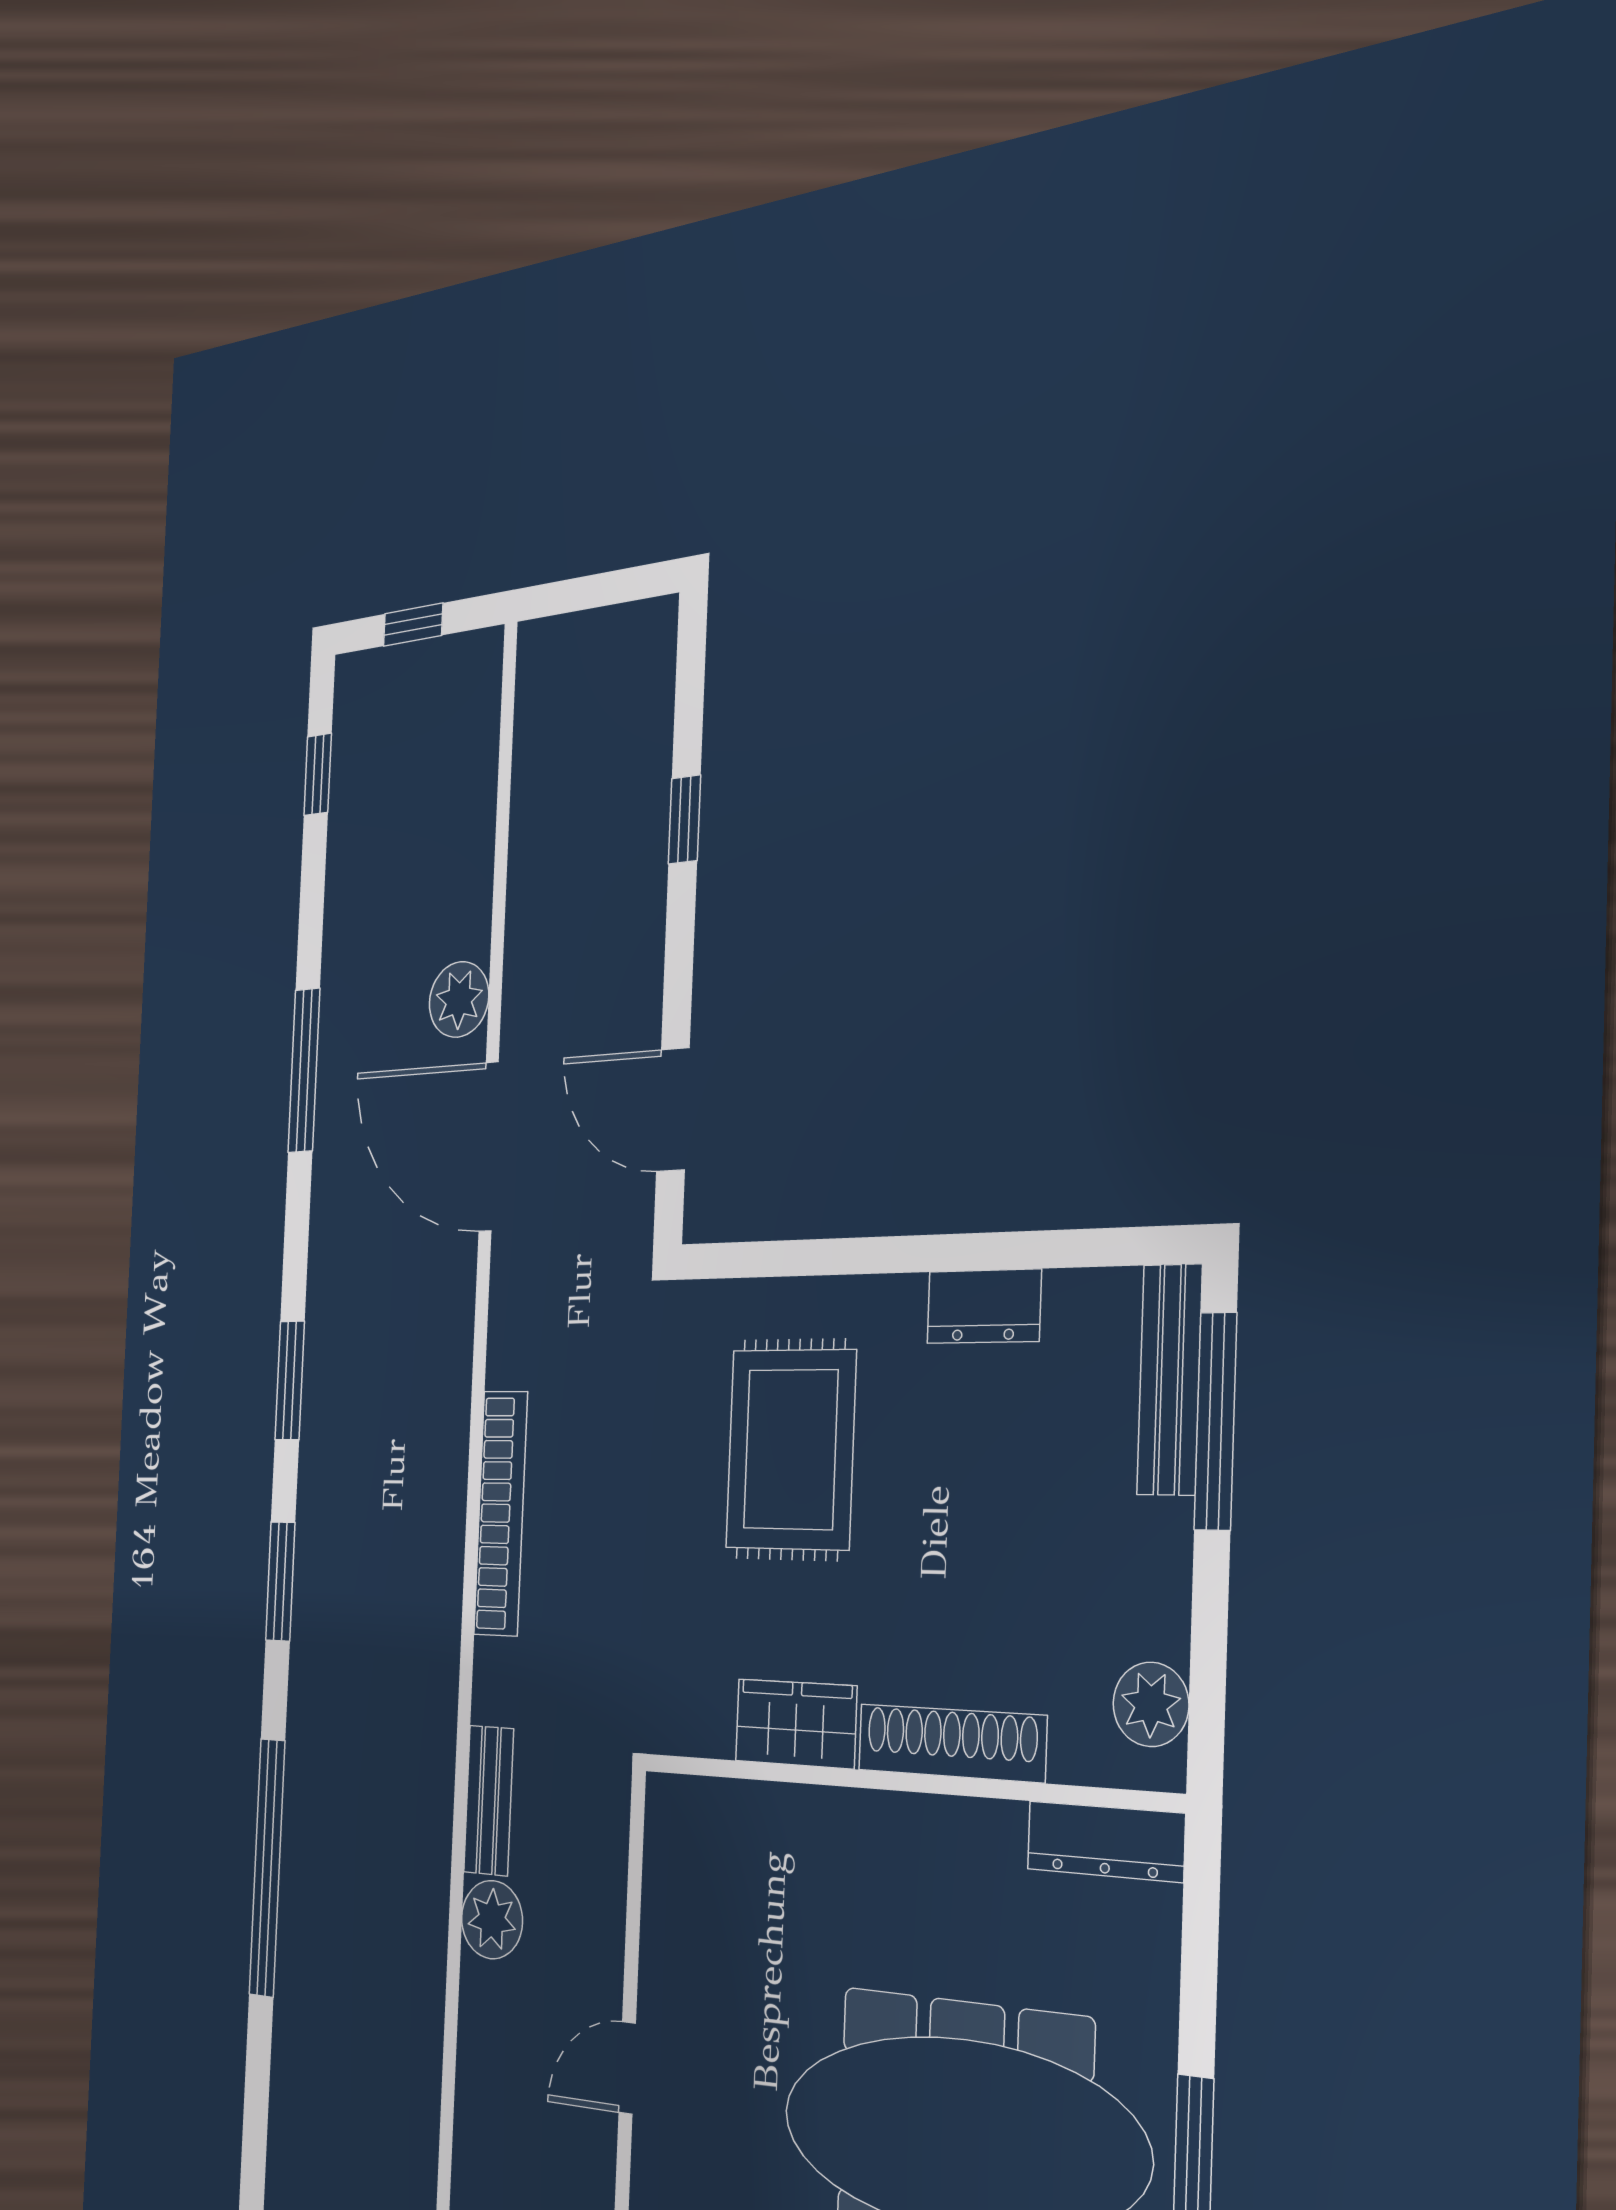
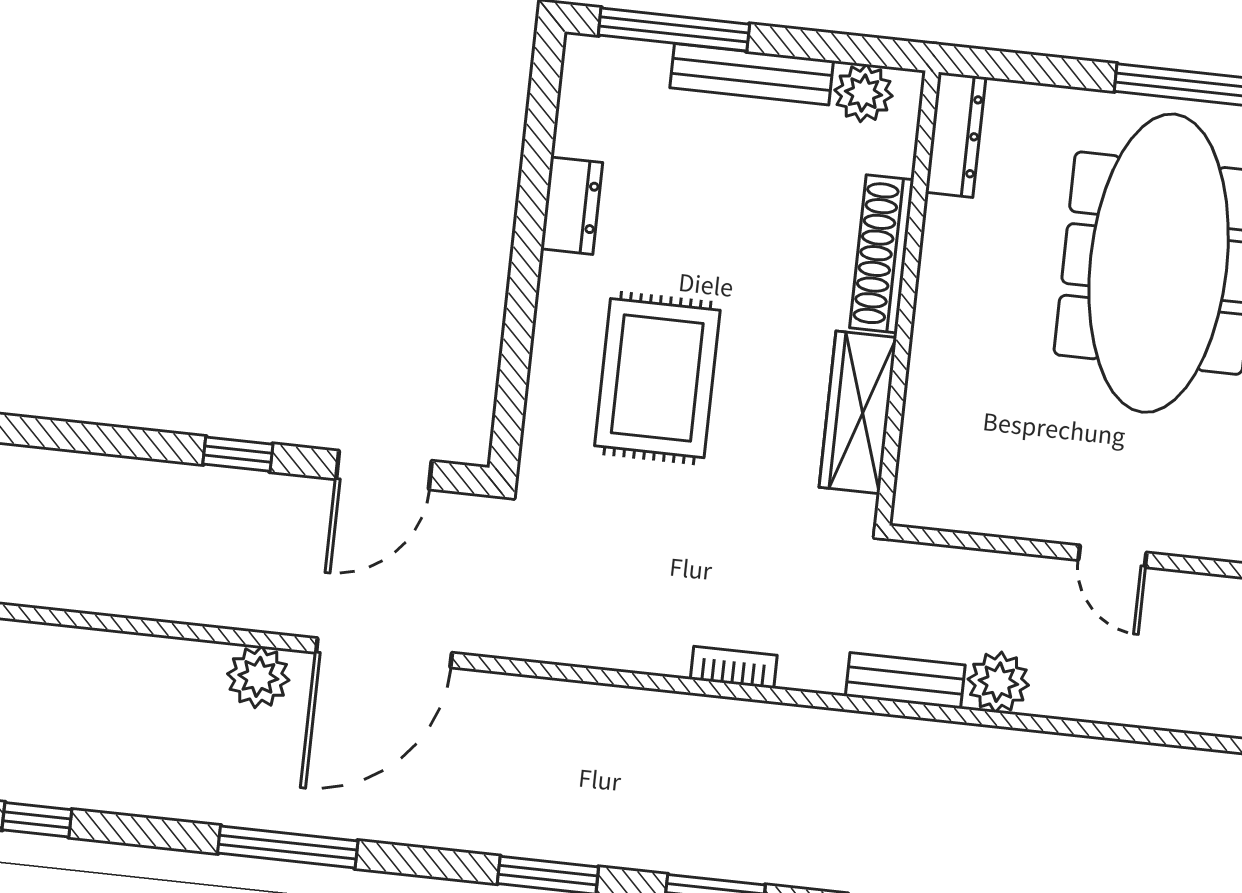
window: (684, 819) -> (238, 454), moved
bench: (1170, 1380) -> (752, 74), moved
rug: (791, 1449) -> (657, 378), turned 90
bookcase: (501, 1513) -> (734, 667), width x0.43, depth x0.76
wardrobe: (796, 1724) -> (858, 412), width x1.50

